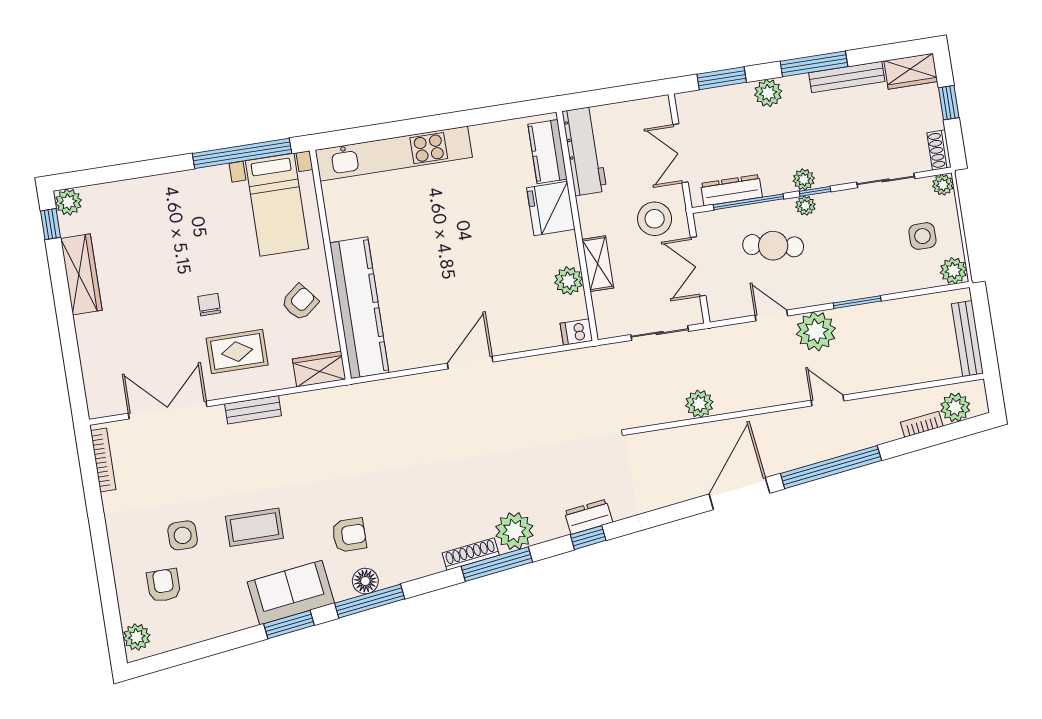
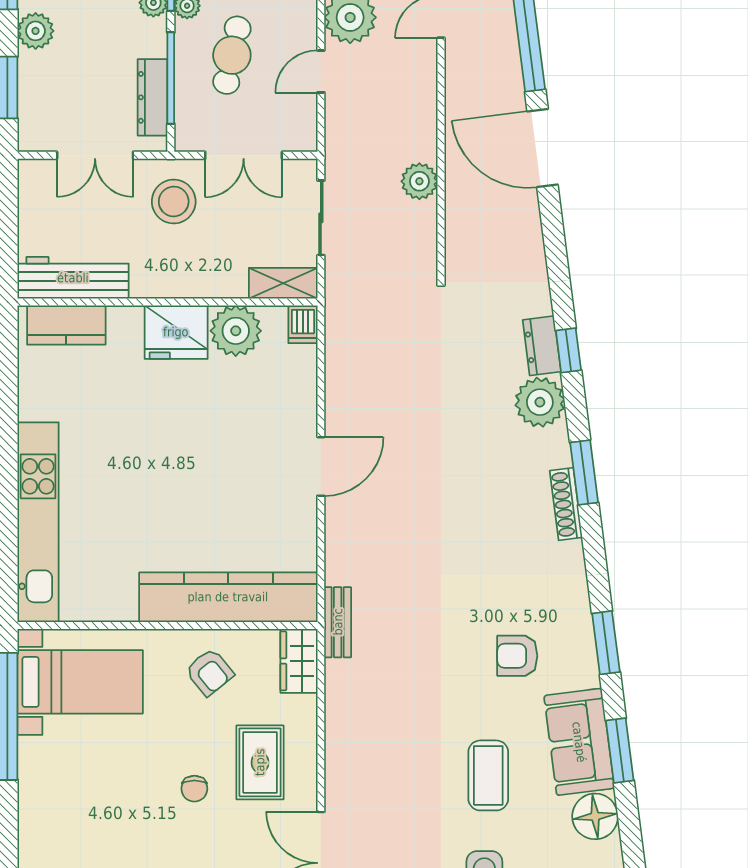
fridge: (551, 209) -> (176, 332), moved
shelving: (598, 264) -> (283, 283), moved
plant: (569, 281) -> (236, 331), width x1.36, depth x1.36
armchair: (300, 302) -> (210, 672), turned 180
chair: (209, 305) -> (194, 789), turned -90
door: (470, 363) -> (321, 466), swing flipped
bench: (253, 410) -> (338, 622), moved
plant: (514, 531) -> (540, 402), moved
armchair: (349, 535) -> (517, 656), turned -90
window: (497, 564) -> (584, 472), width x0.69
floor lamp: (365, 581) -> (595, 816), moved, width x1.38, depth x1.38
window: (370, 601) -> (606, 643), width x0.69

